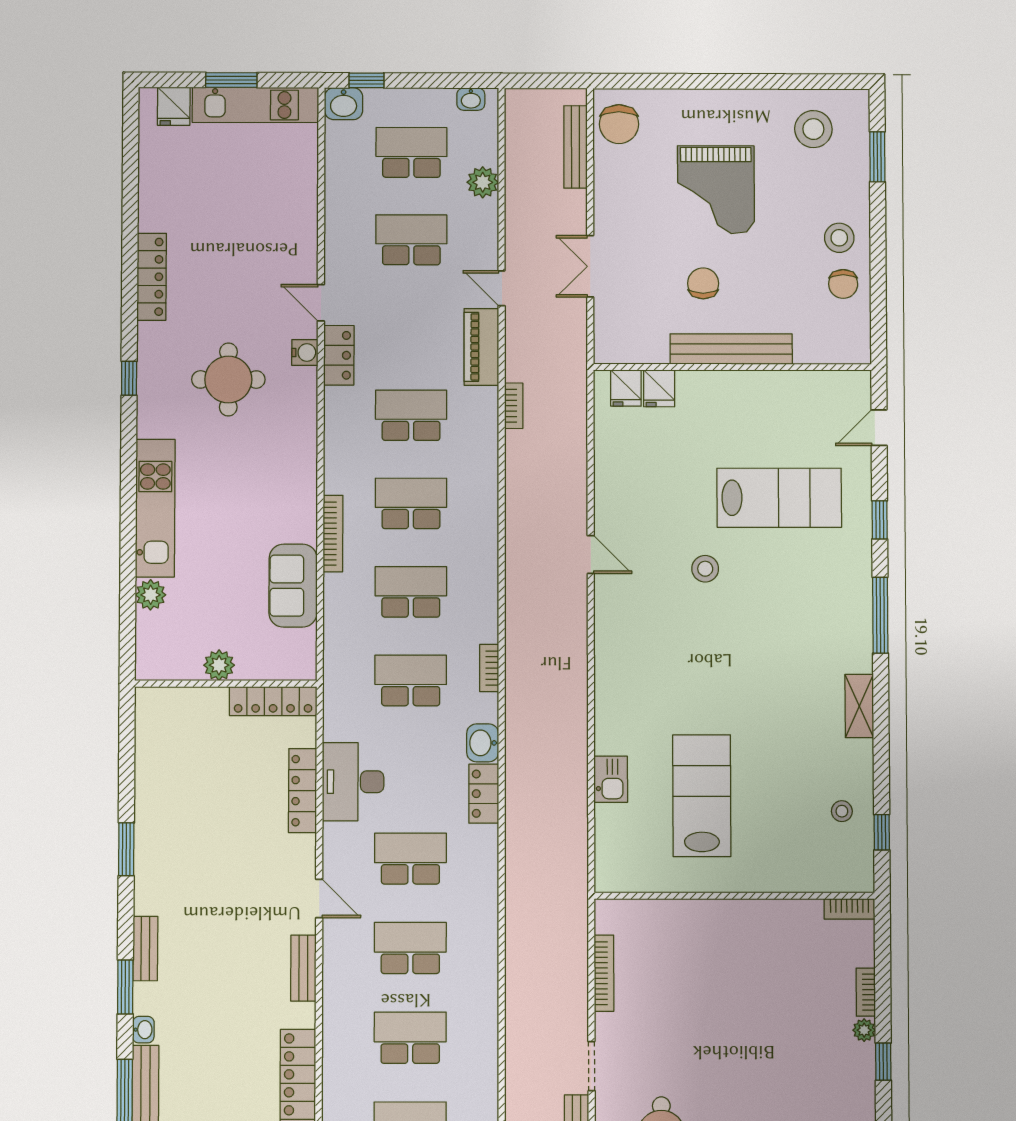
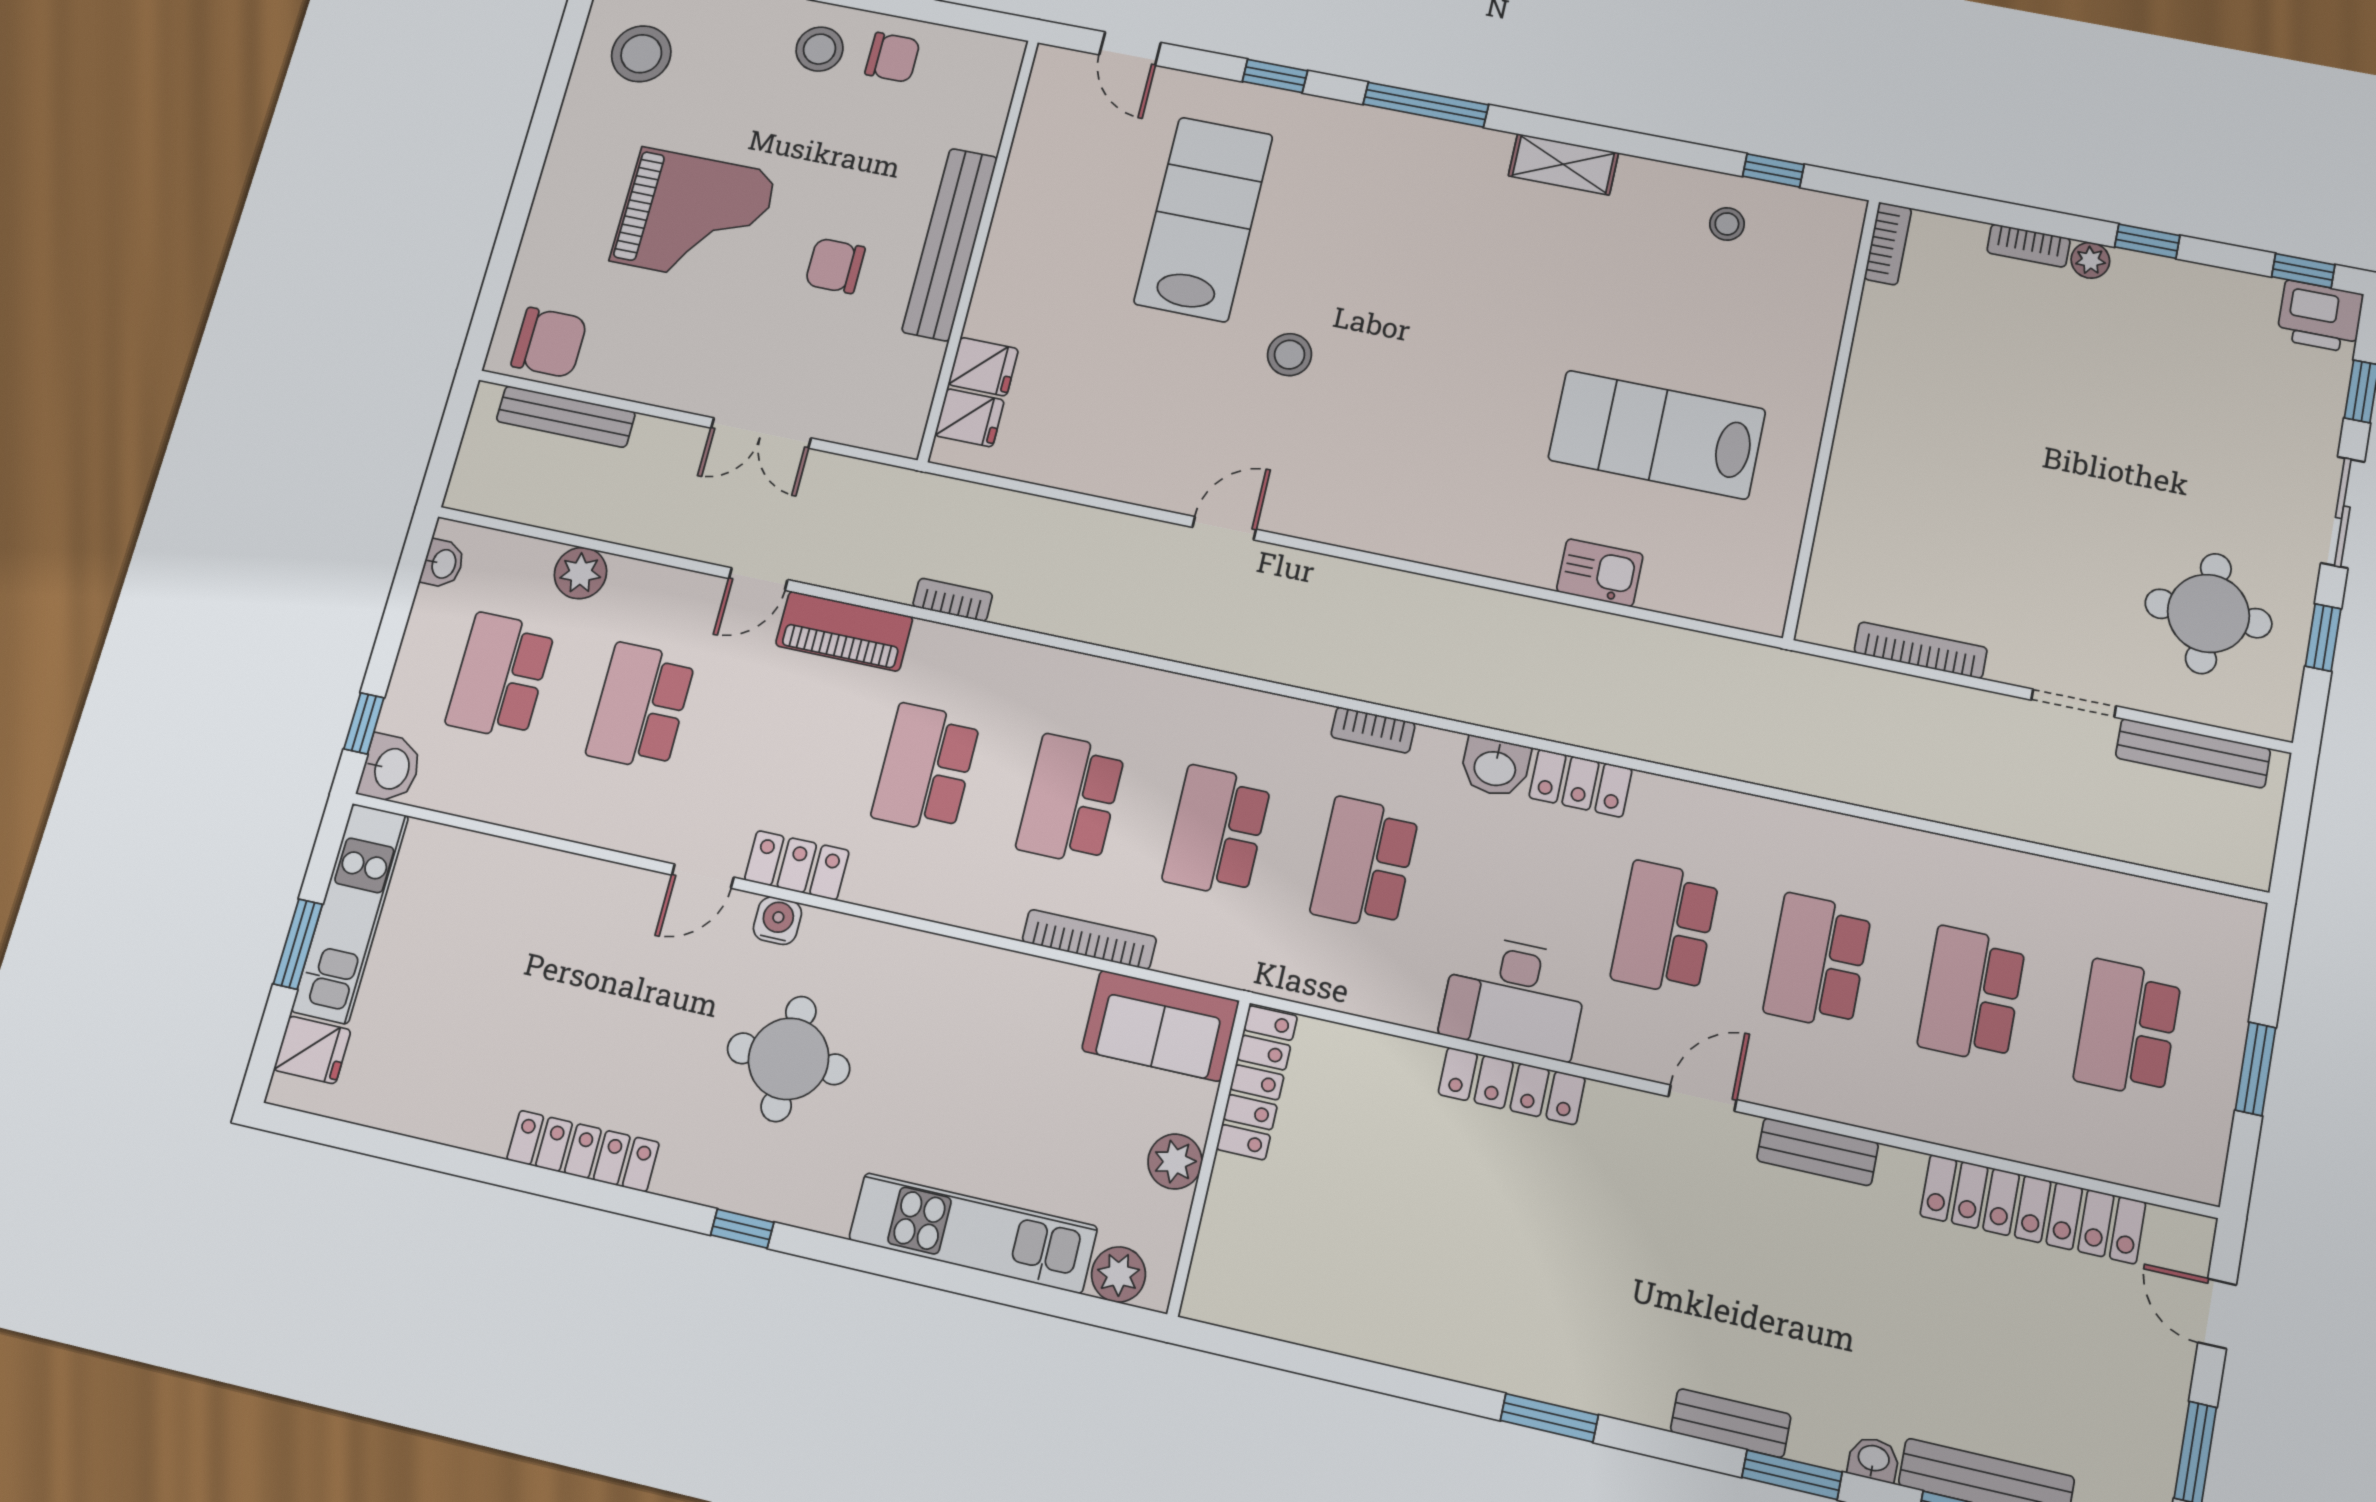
plant: (219, 665) -> (1175, 1161), moved
wall: (226, 684) -> (1209, 1157), moved
locker: (273, 701) -> (1257, 1082), moved

